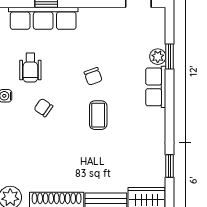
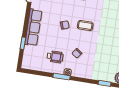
row of seats: (43, 18) -> (33, 27), moved

